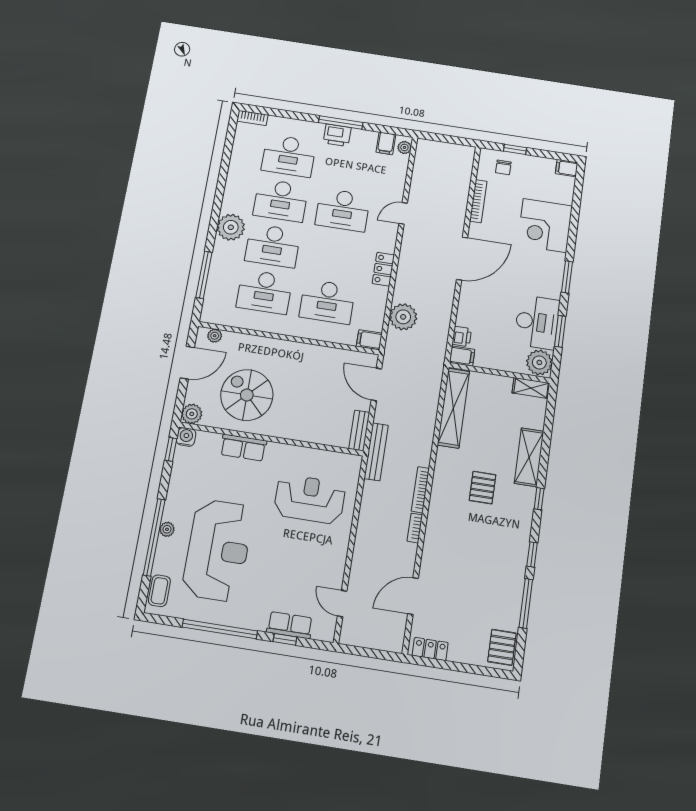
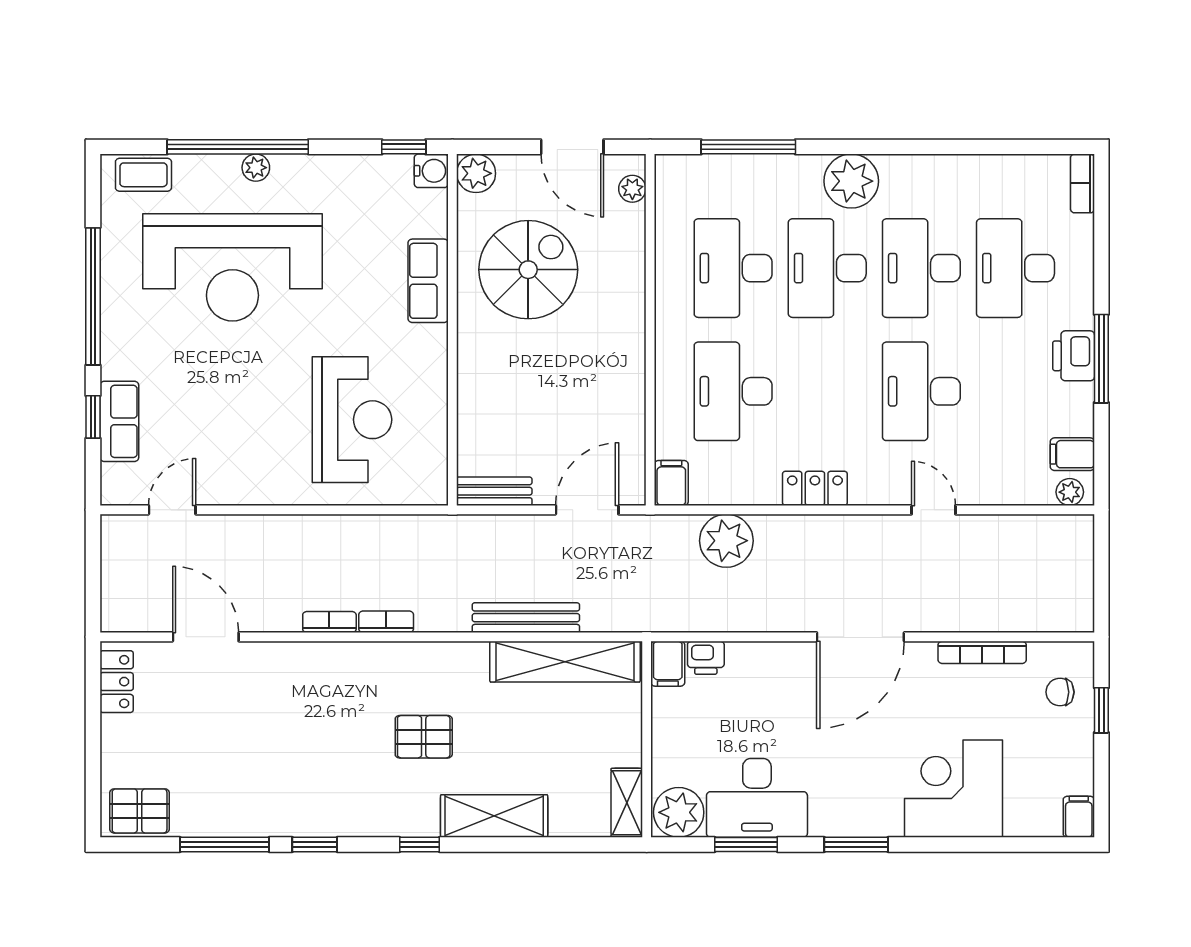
door: (462, 259) -> (860, 637), hinge flipped
bench: (376, 452) -> (526, 618), moved
bookcase: (420, 490) -> (386, 622), width x0.64

